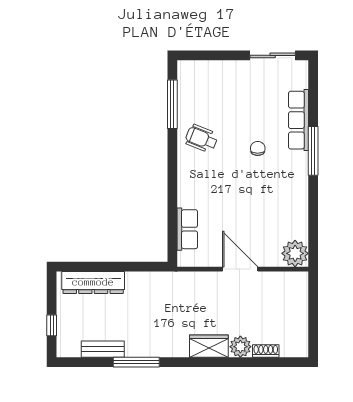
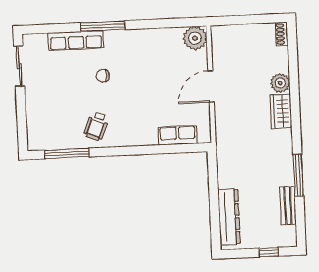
shoe rack: (266, 351) -> (282, 34), moved

